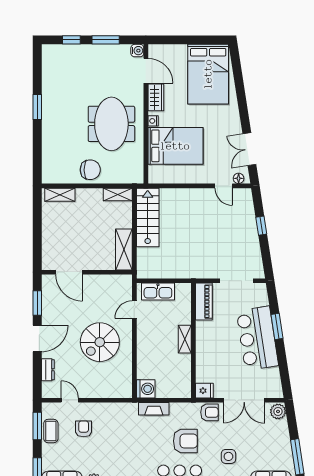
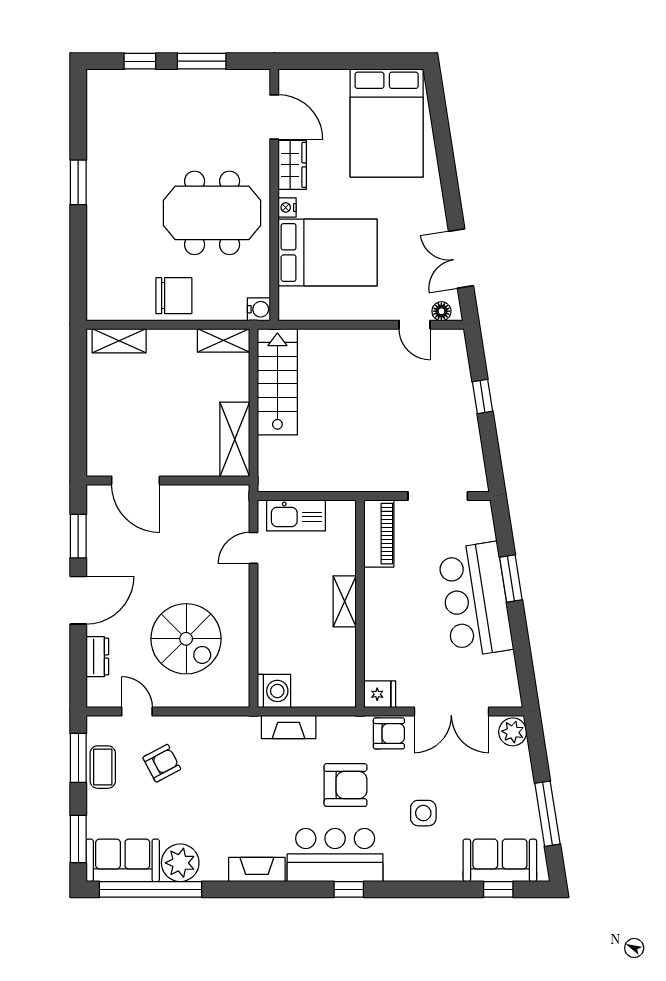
water cooler: (137, 51) -> (259, 309), moved
meeting table: (111, 124) -> (212, 213), turned 90
spiral stairs: (100, 342) -> (186, 639), moved, turned -90
armchair: (84, 429) -> (162, 763), turned 62

